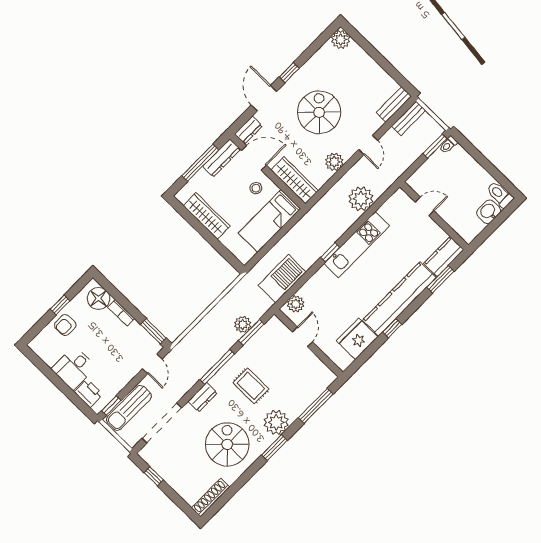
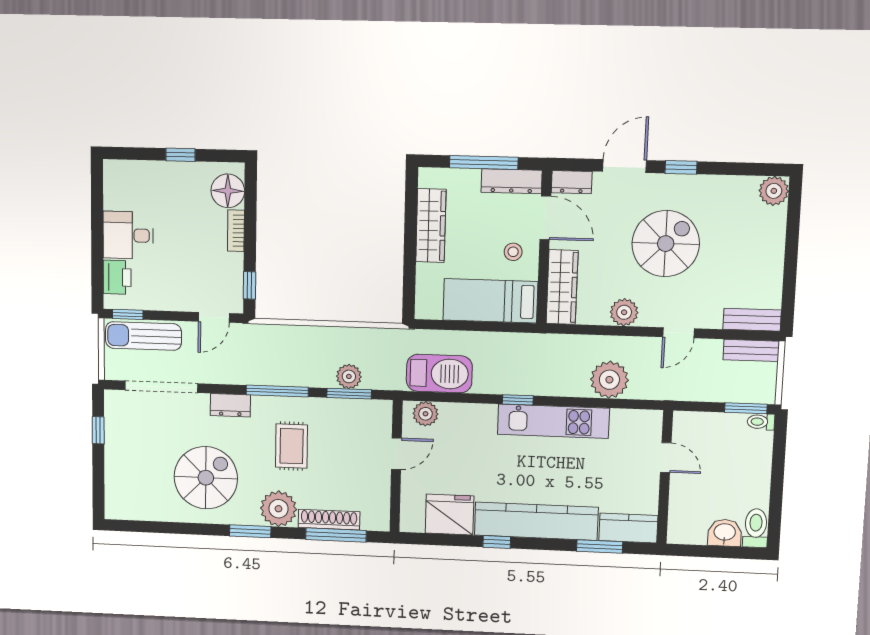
armchair: (65, 325) -> (165, 181), removed
window: (153, 331) -> (250, 285), width x0.67
shoe rack: (211, 497) -> (329, 520), moved

